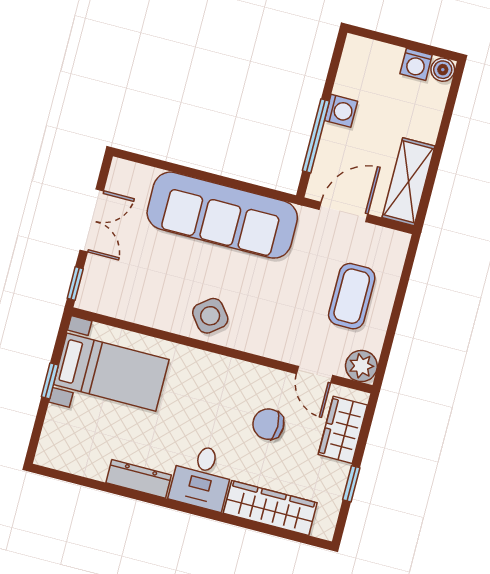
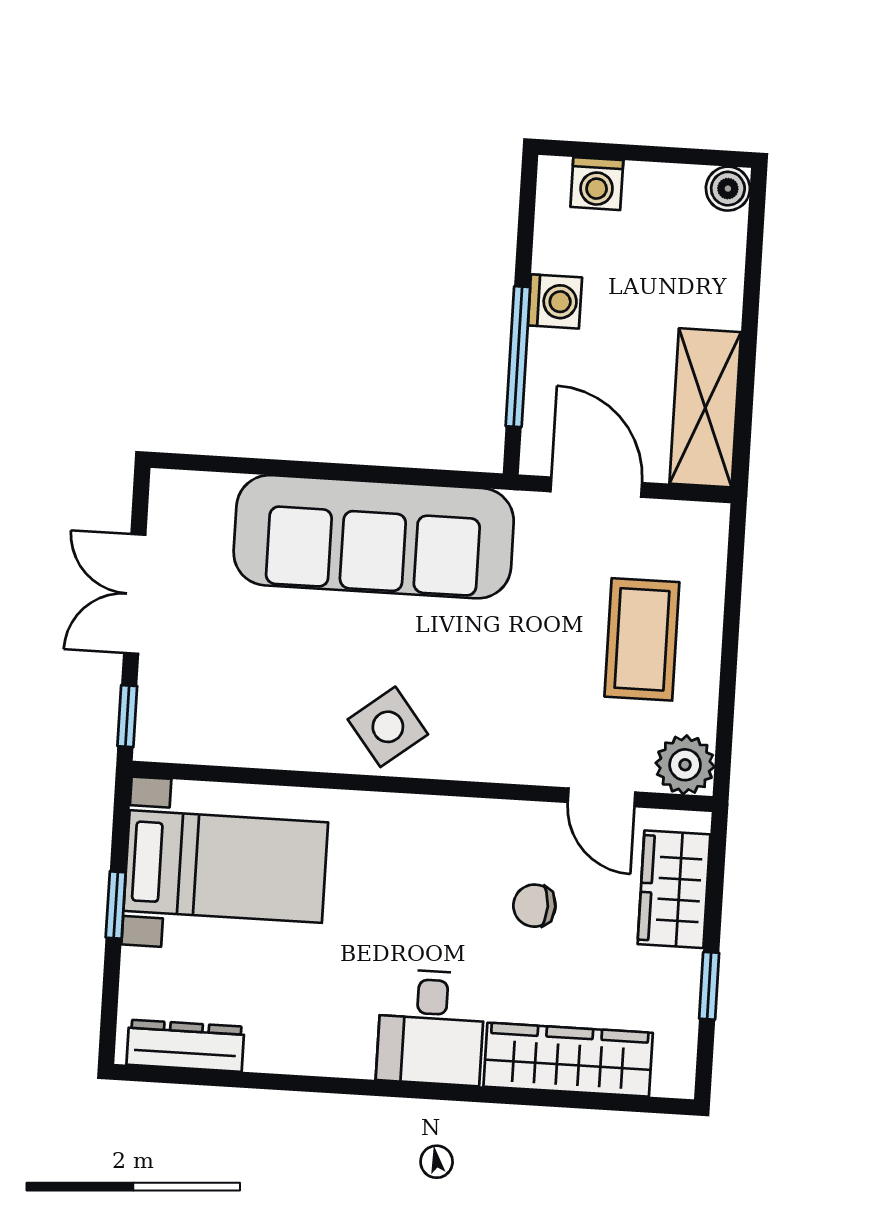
washing machine: (416, 64) -> (597, 184), moved
door: (343, 212) -> (596, 487), hinge flipped
double door: (92, 220) -> (135, 594), swing flipped
chair: (268, 424) -> (534, 906), width x0.73, depth x0.73
dresser: (139, 479) -> (185, 1046), moved

